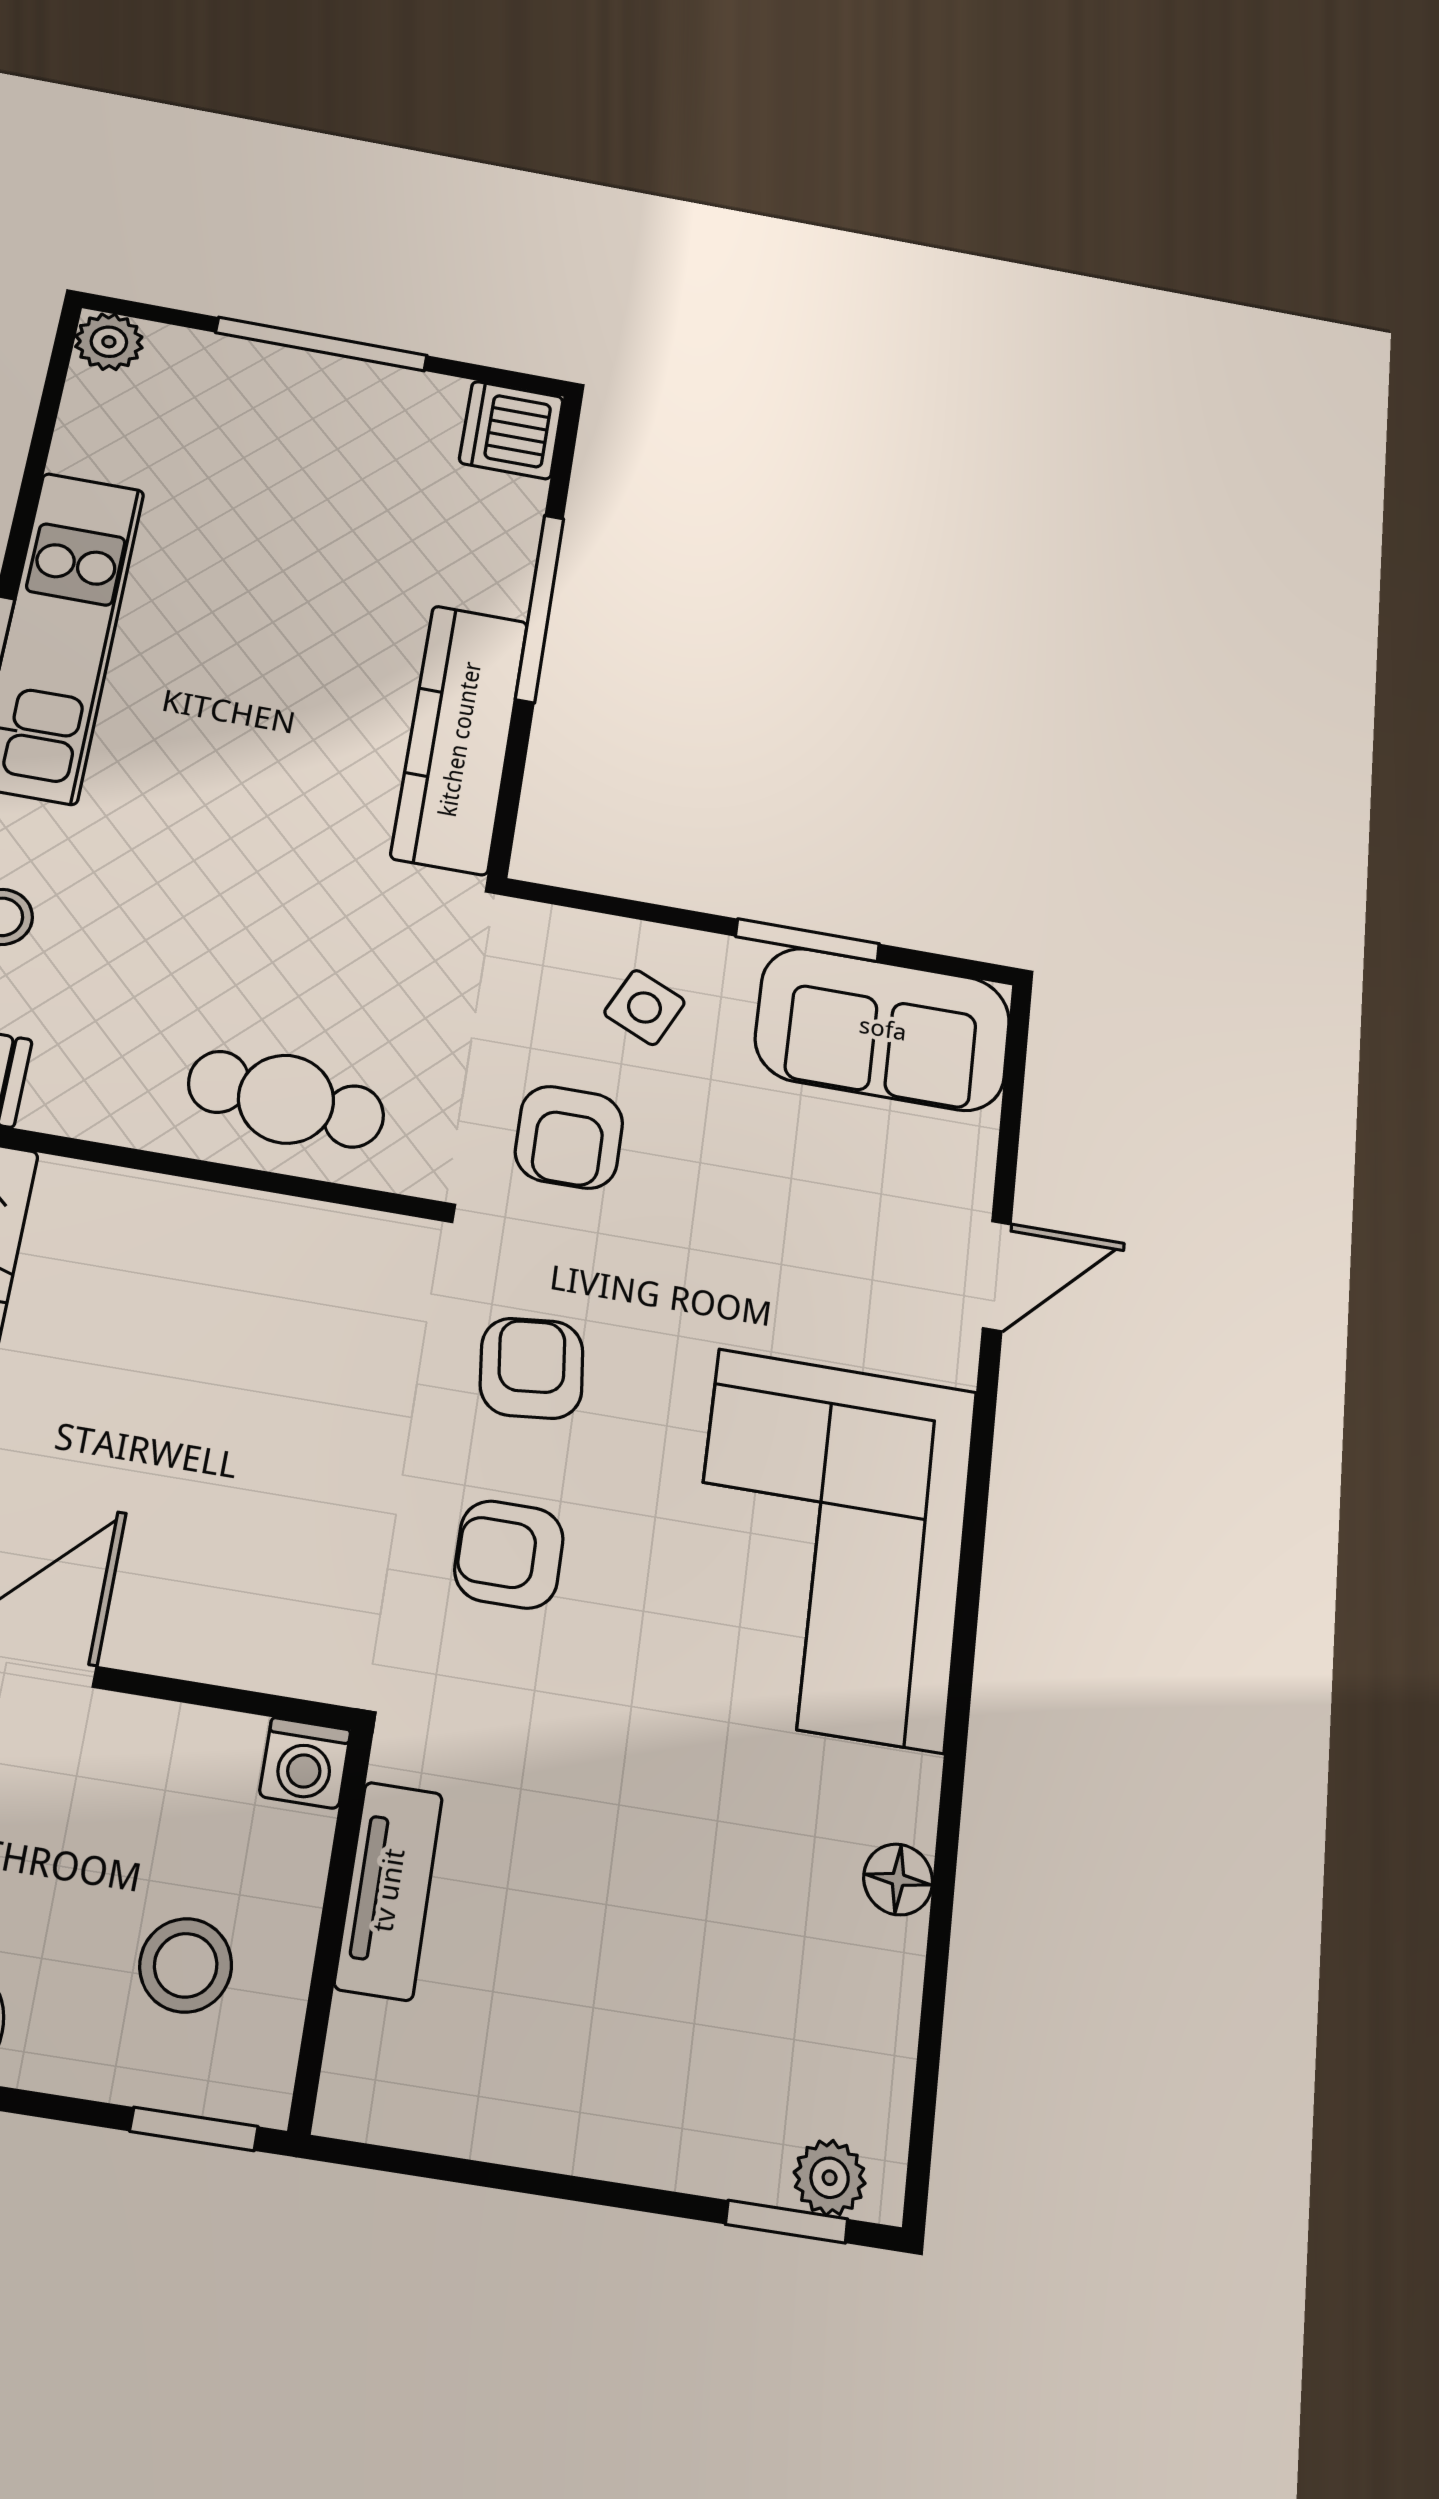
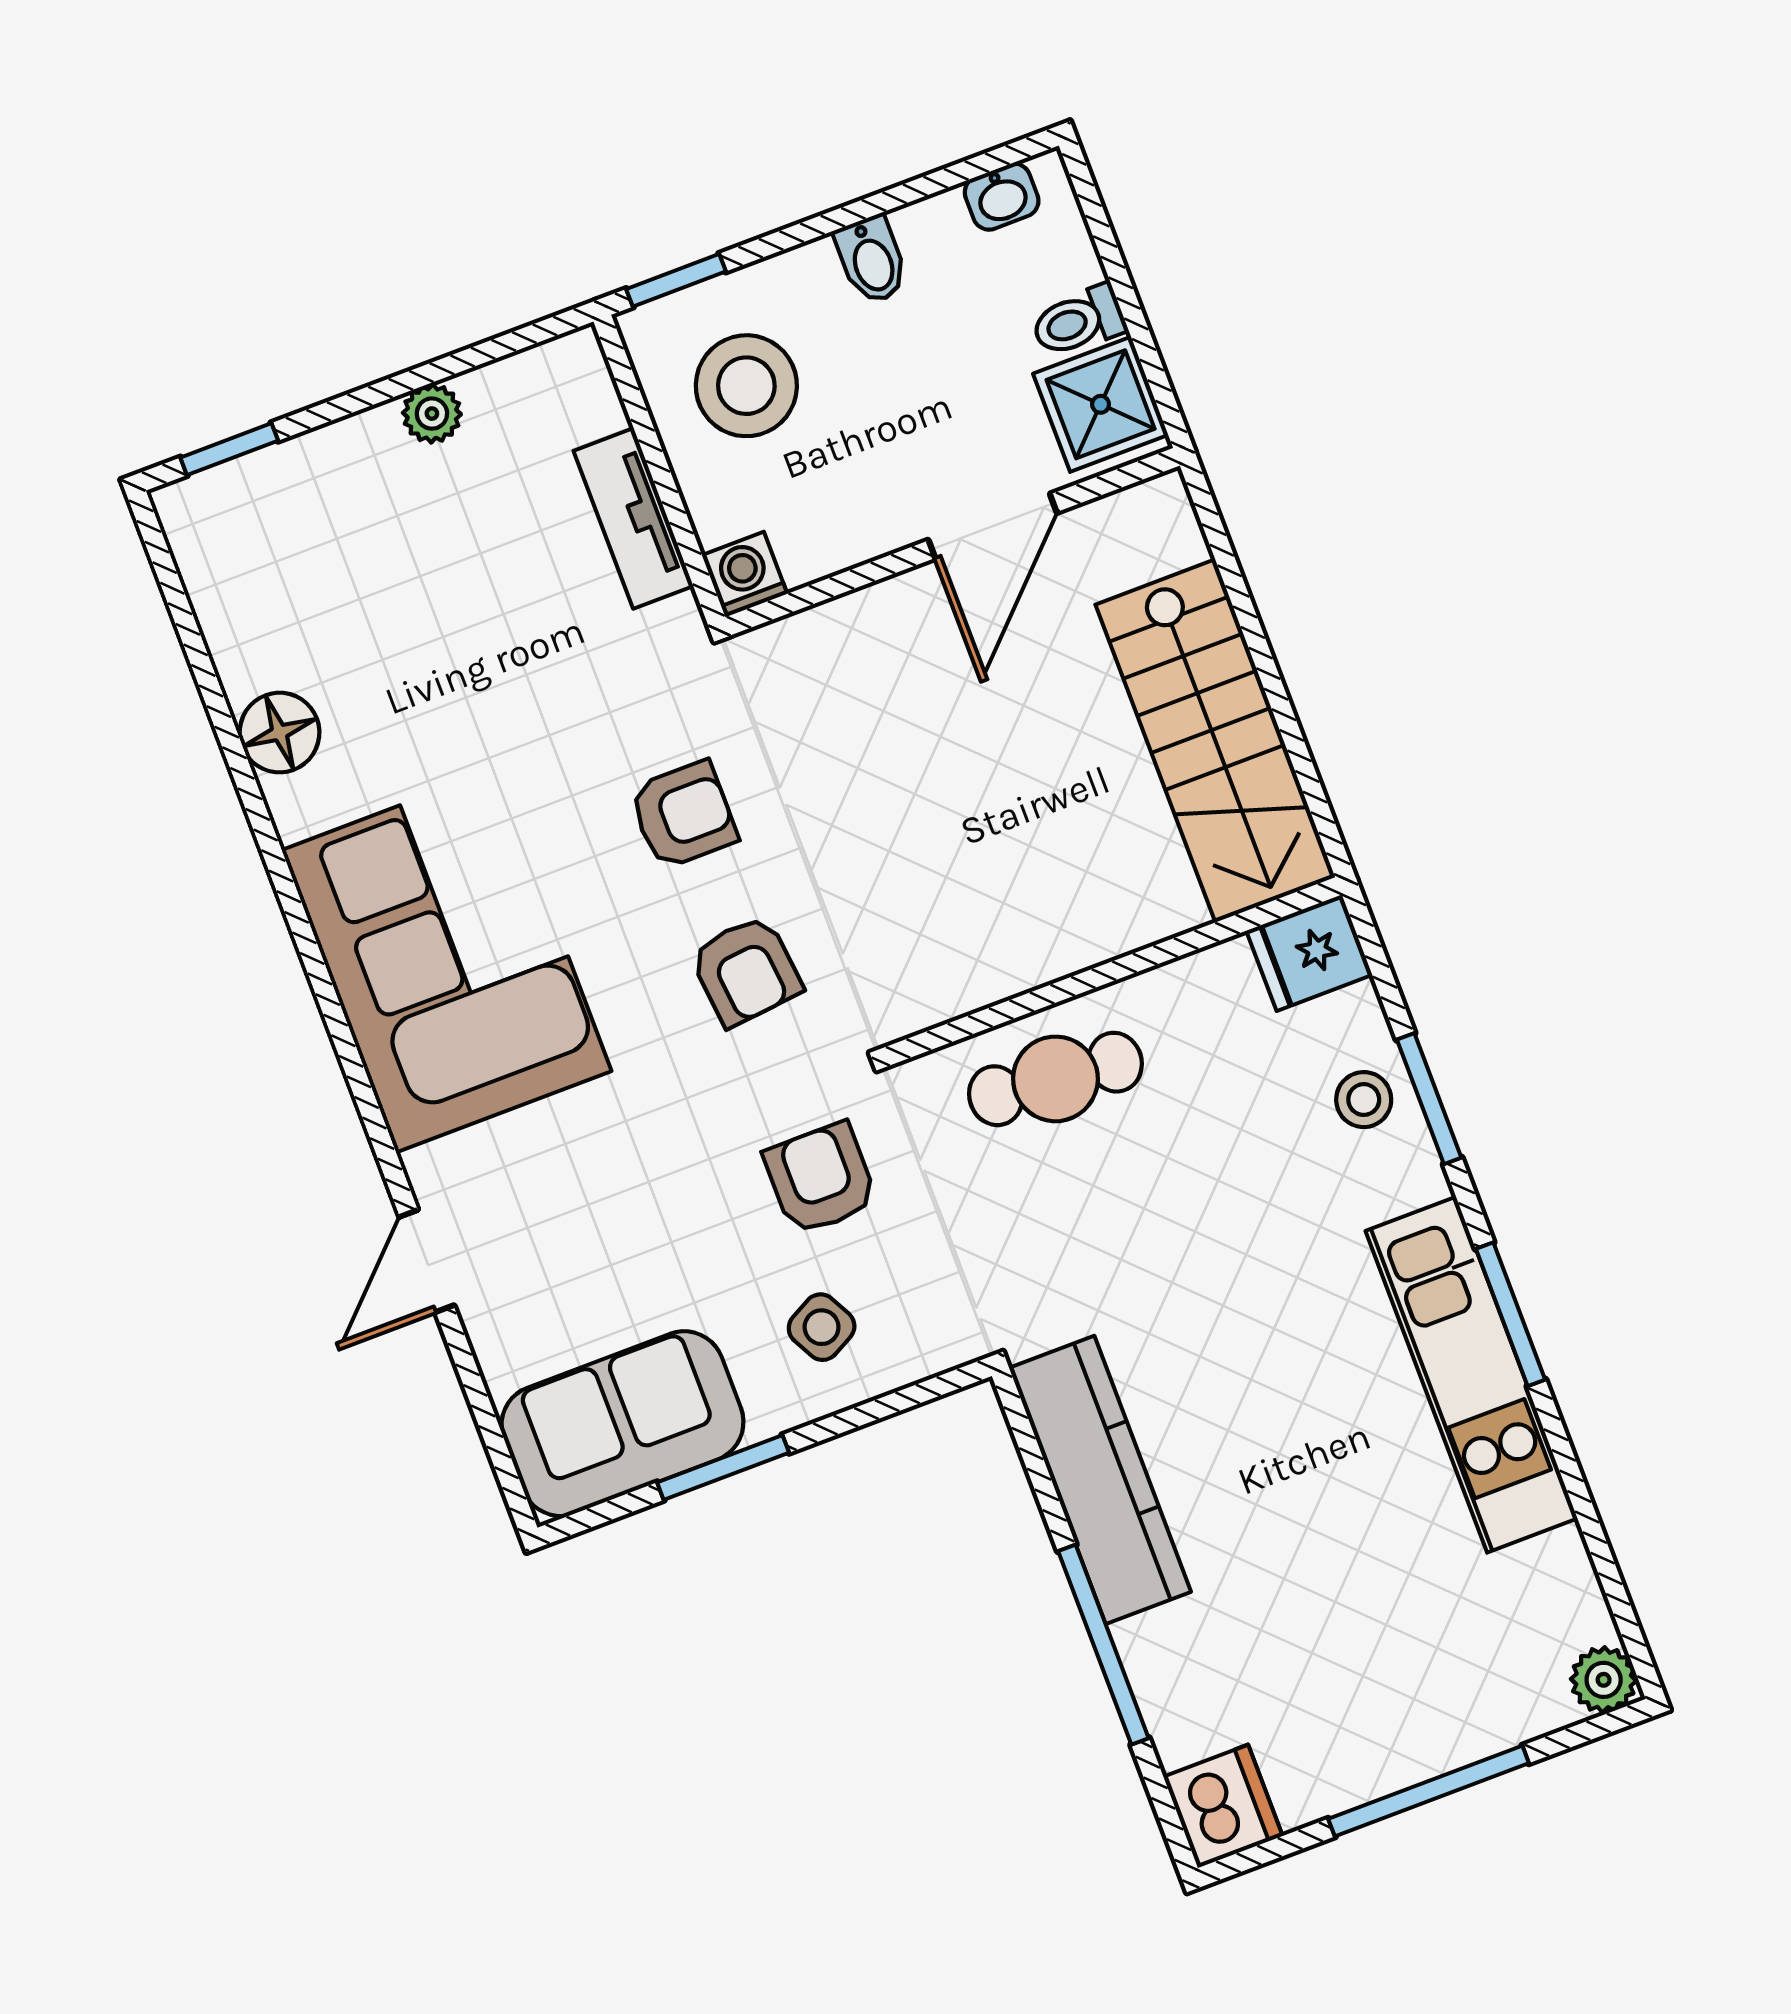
side table: (644, 1007) -> (822, 1327), turned 37
floor lamp: (898, 1879) -> (280, 733), width x1.37, depth x1.37
stool: (186, 1965) -> (746, 386), width x1.38, depth x1.38
plant: (830, 2178) -> (432, 414), moved

